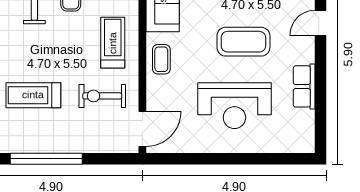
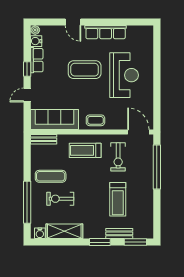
coffee table: (243, 42) -> (85, 70), turned 90
row of seats: (304, 86) -> (106, 32), width x1.48
window: (46, 159) -> (157, 167), moved

